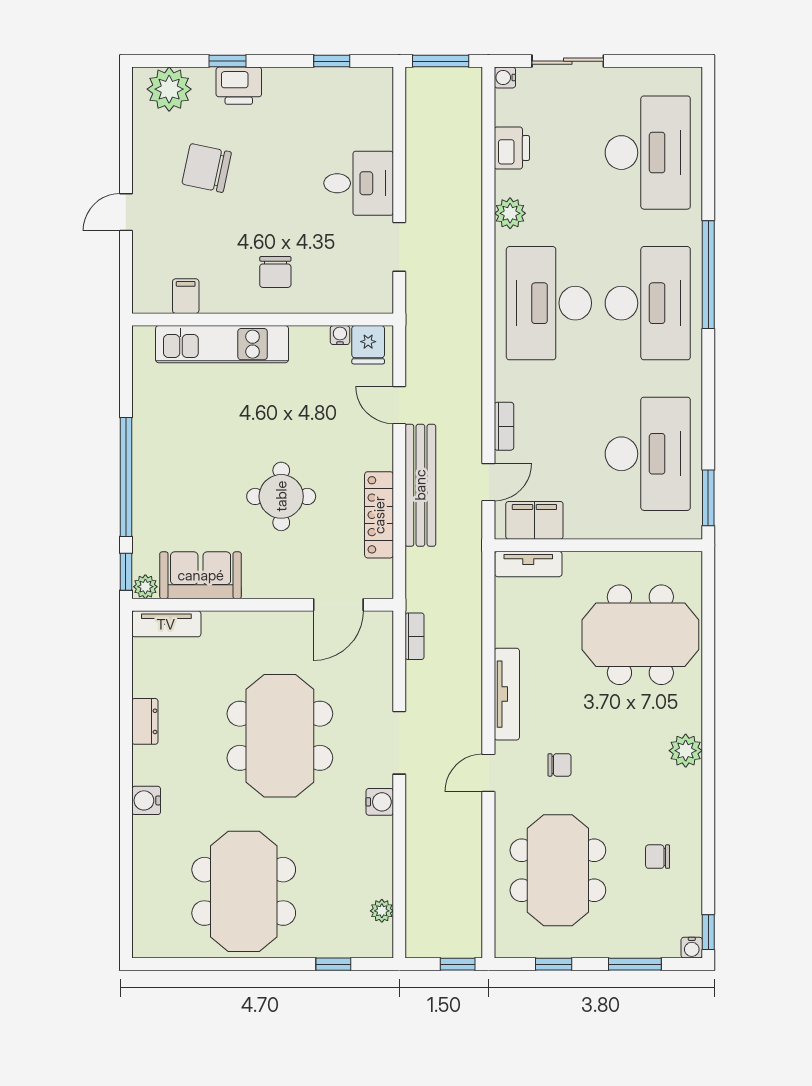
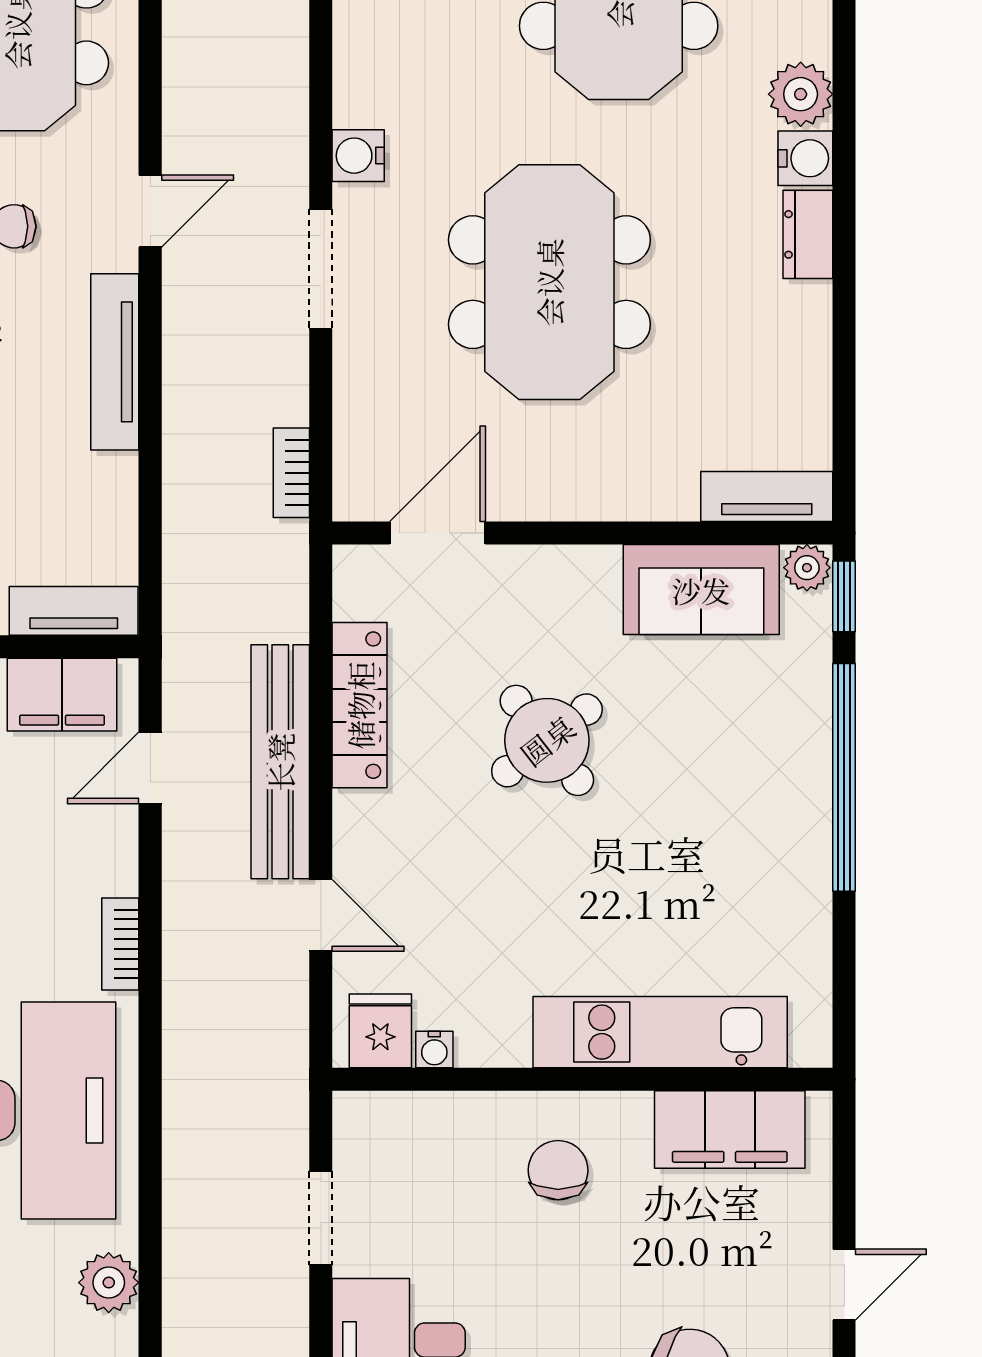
filing cabinet: (186, 296) -> (730, 1130), width x3.00, depth x1.17
bookcase: (504, 426) -> (120, 944), moved
round table: (281, 496) -> (547, 740), turned -38
dresser: (145, 721) -> (808, 234), moved
plant: (149, 834) -> (801, 94), added

